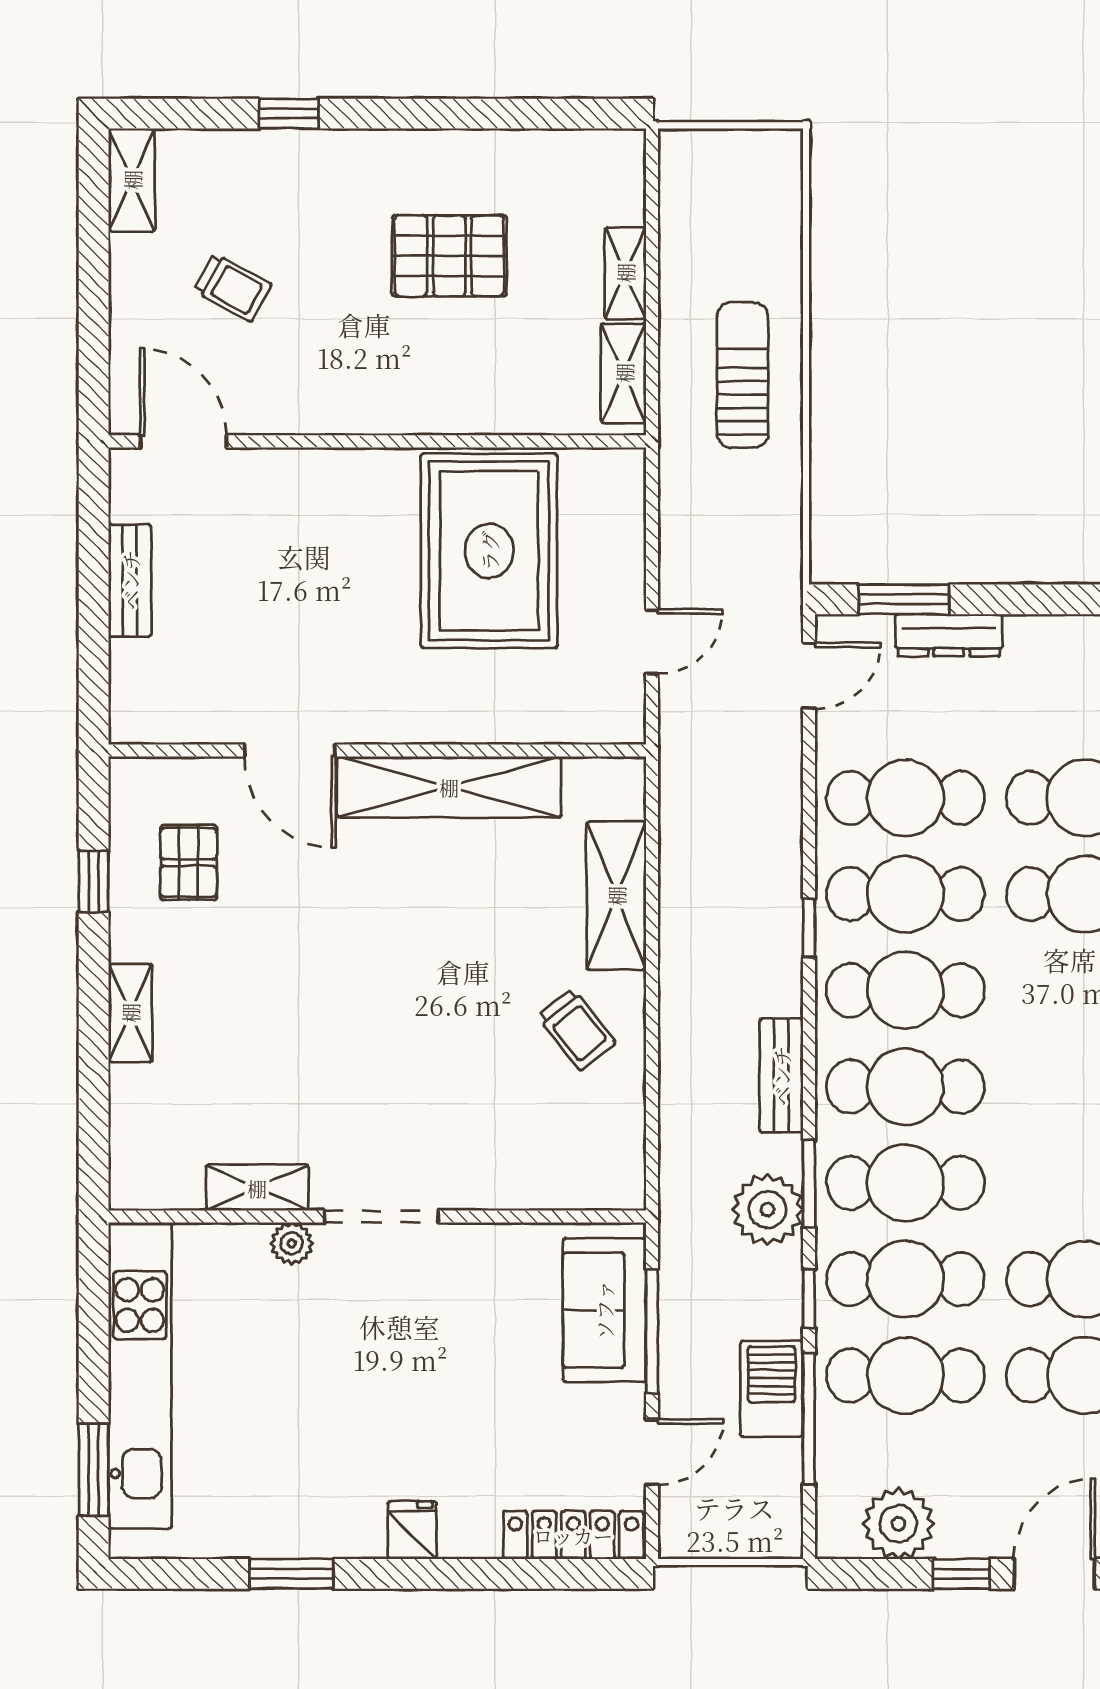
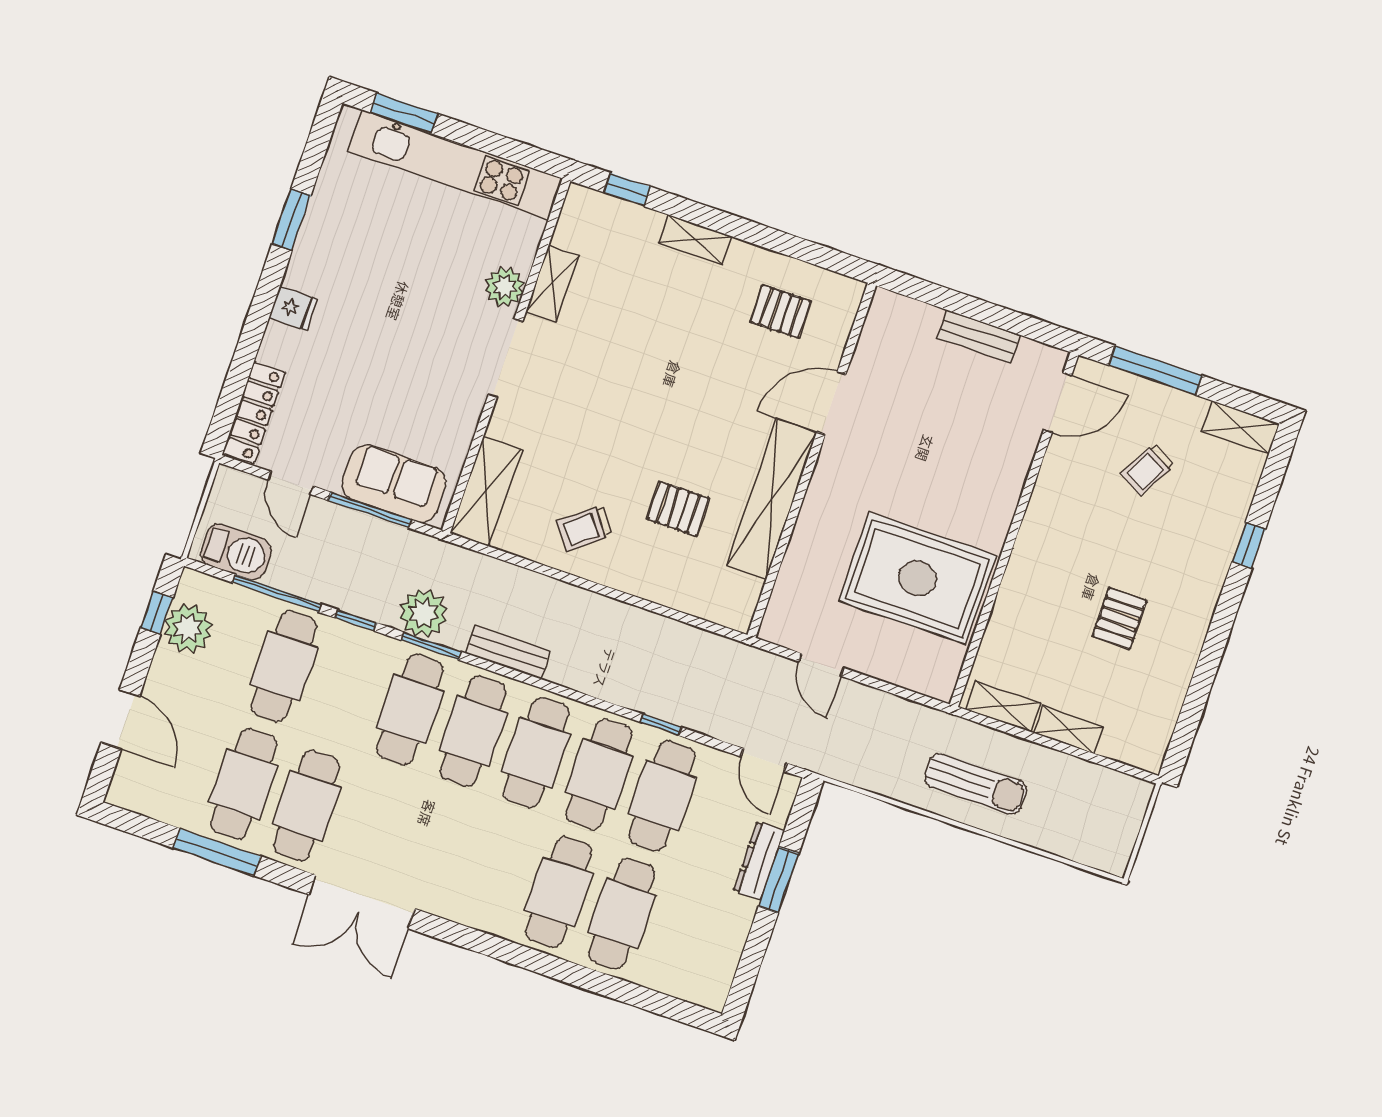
pallet: (449, 256) -> (1120, 618), width x0.67, depth x0.71
window: (94, 323) -> (1156, 370), added
window: (904, 599) -> (779, 880), moved
window: (94, 881) -> (627, 190), moved
shelving: (616, 896) -> (486, 491), moved, turned 90
pallet: (506, 910) -> (678, 509), added
window: (809, 928) -> (661, 725), moved
plant: (292, 1243) -> (505, 287), width x1.38, depth x1.38
cafe table: (905, 1279) -> (347, 688), removed
barbecue: (772, 1389) -> (236, 552), moved
window: (961, 1574) -> (157, 613), moved

